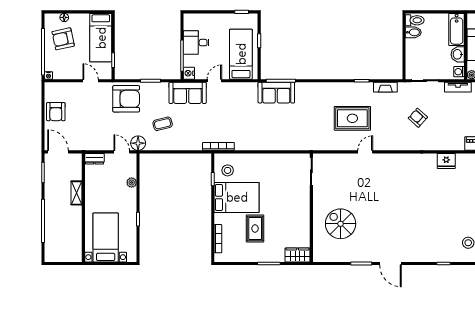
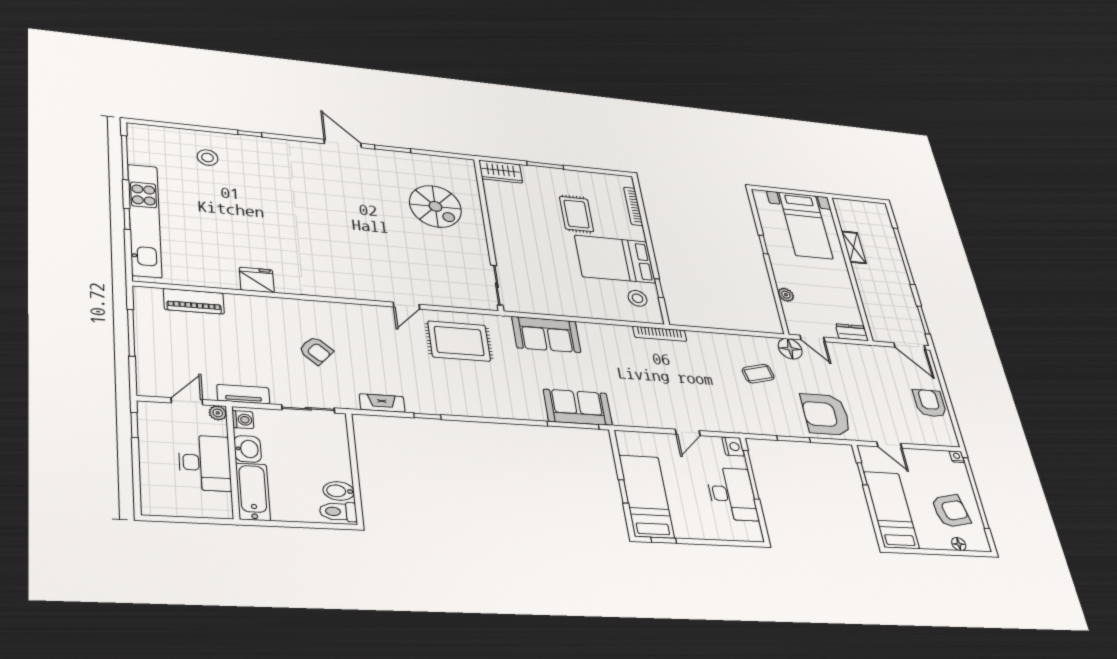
desk: (196, 43) -> (732, 494), width x1.37
bed: (241, 54) -> (647, 496), moved, turned 180
sofa: (188, 93) -> (546, 334), moved, turned 180
rug: (352, 118) -> (459, 341), moved
shelving: (77, 193) -> (854, 247), moved

